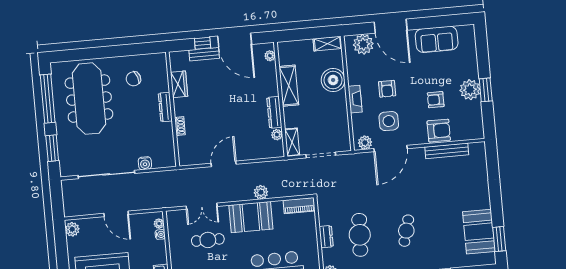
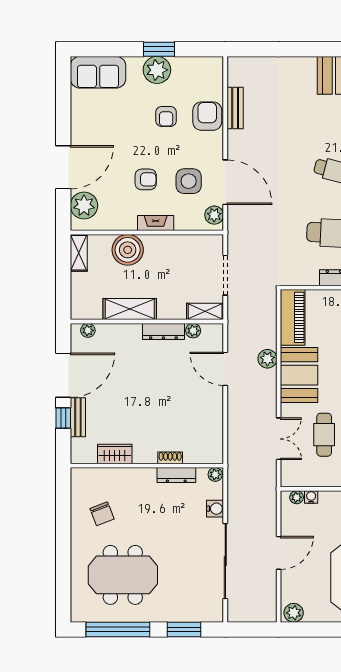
sofa: (437, 39) -> (98, 72), moved, turned 90
meeting table: (89, 99) -> (123, 575), width x0.73
dresser: (165, 107) -> (176, 475), moved
bench: (447, 151) -> (235, 108), width x0.73
plant: (171, 161) -> (215, 474), added
door: (224, 164) -> (225, 369), moved
piano: (299, 206) -> (293, 317), width x1.37, depth x1.33

